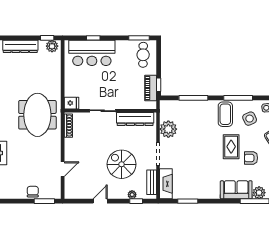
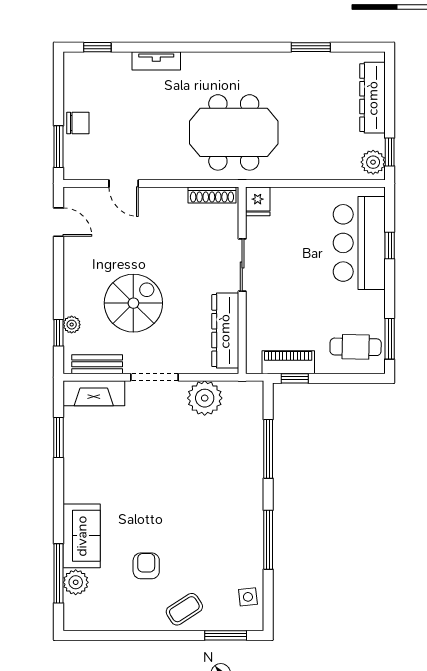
coffee table: (225, 114) -> (235, 514), removed
side table: (250, 119) -> (226, 563), removed
rug: (231, 147) -> (169, 525), removed
door: (100, 201) -> (58, 222), moved

